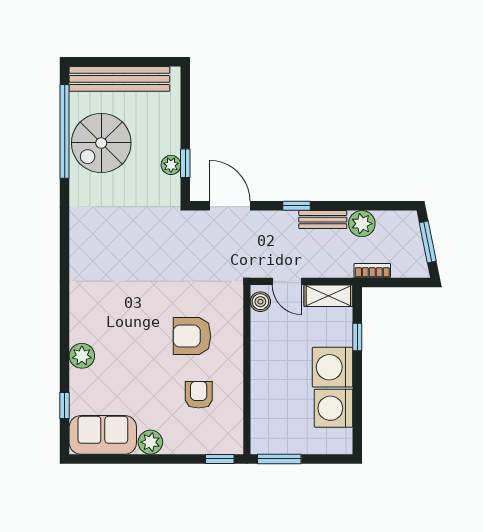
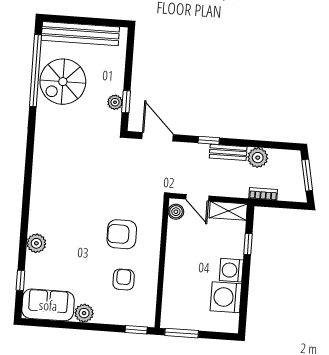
washing machine: (333, 367) -> (231, 270), width x0.73, depth x0.73

